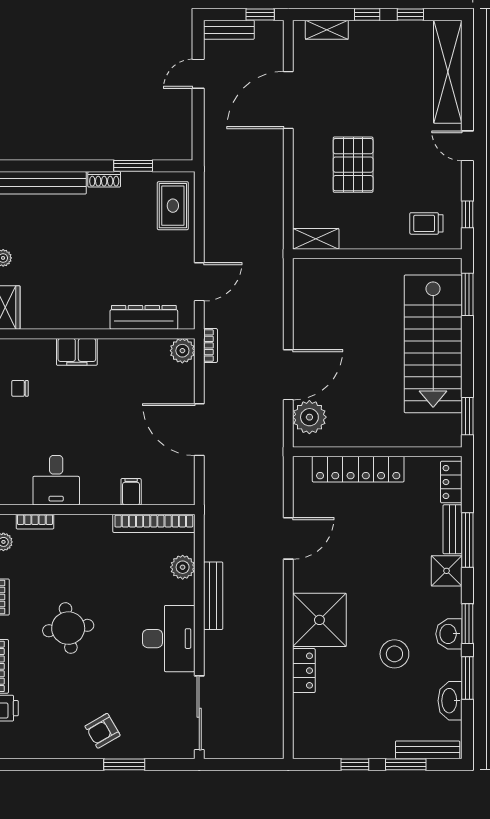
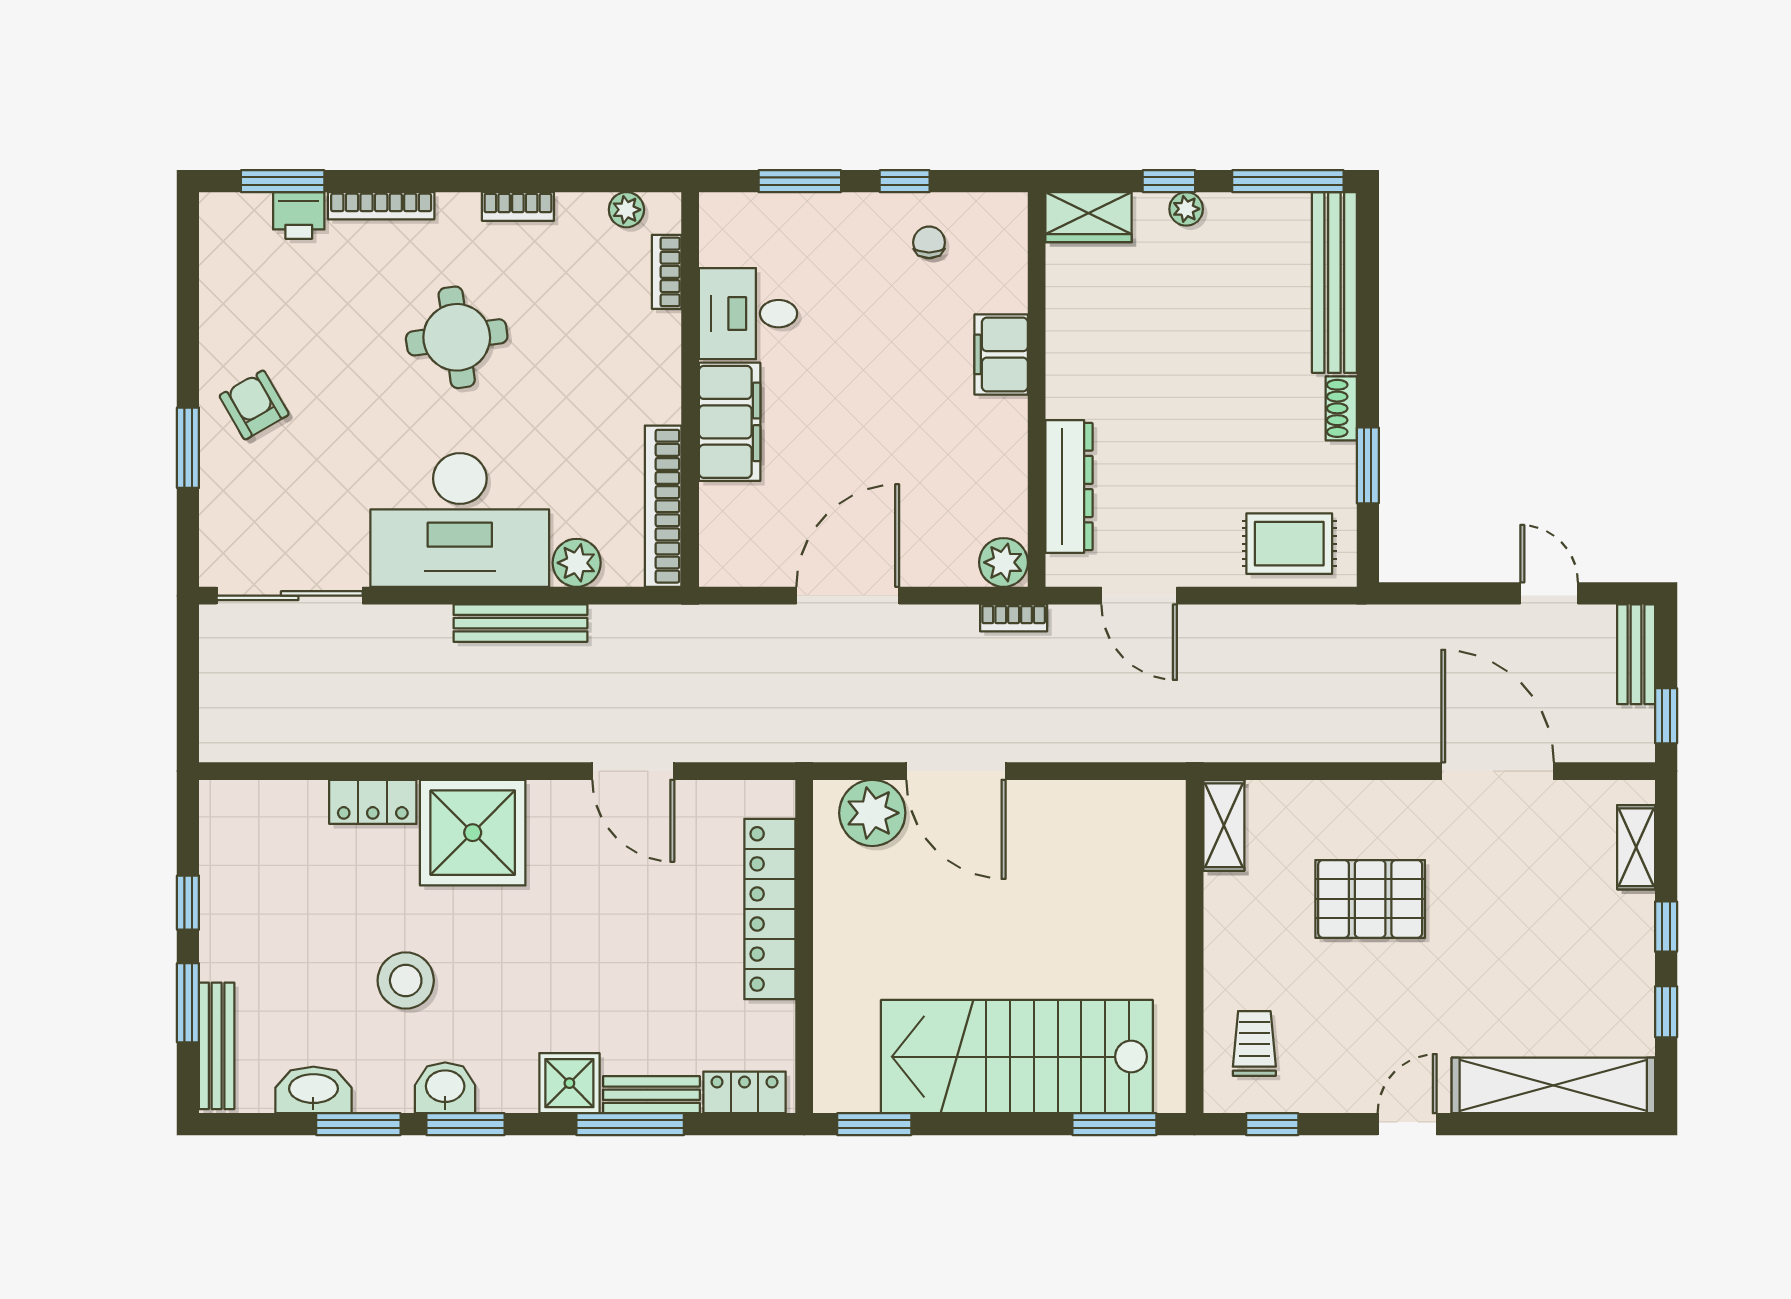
filing cabinet: (131, 492) -> (730, 422), width x3.00, depth x1.17
desk: (169, 639) -> (460, 520), width x1.36, depth x1.30

